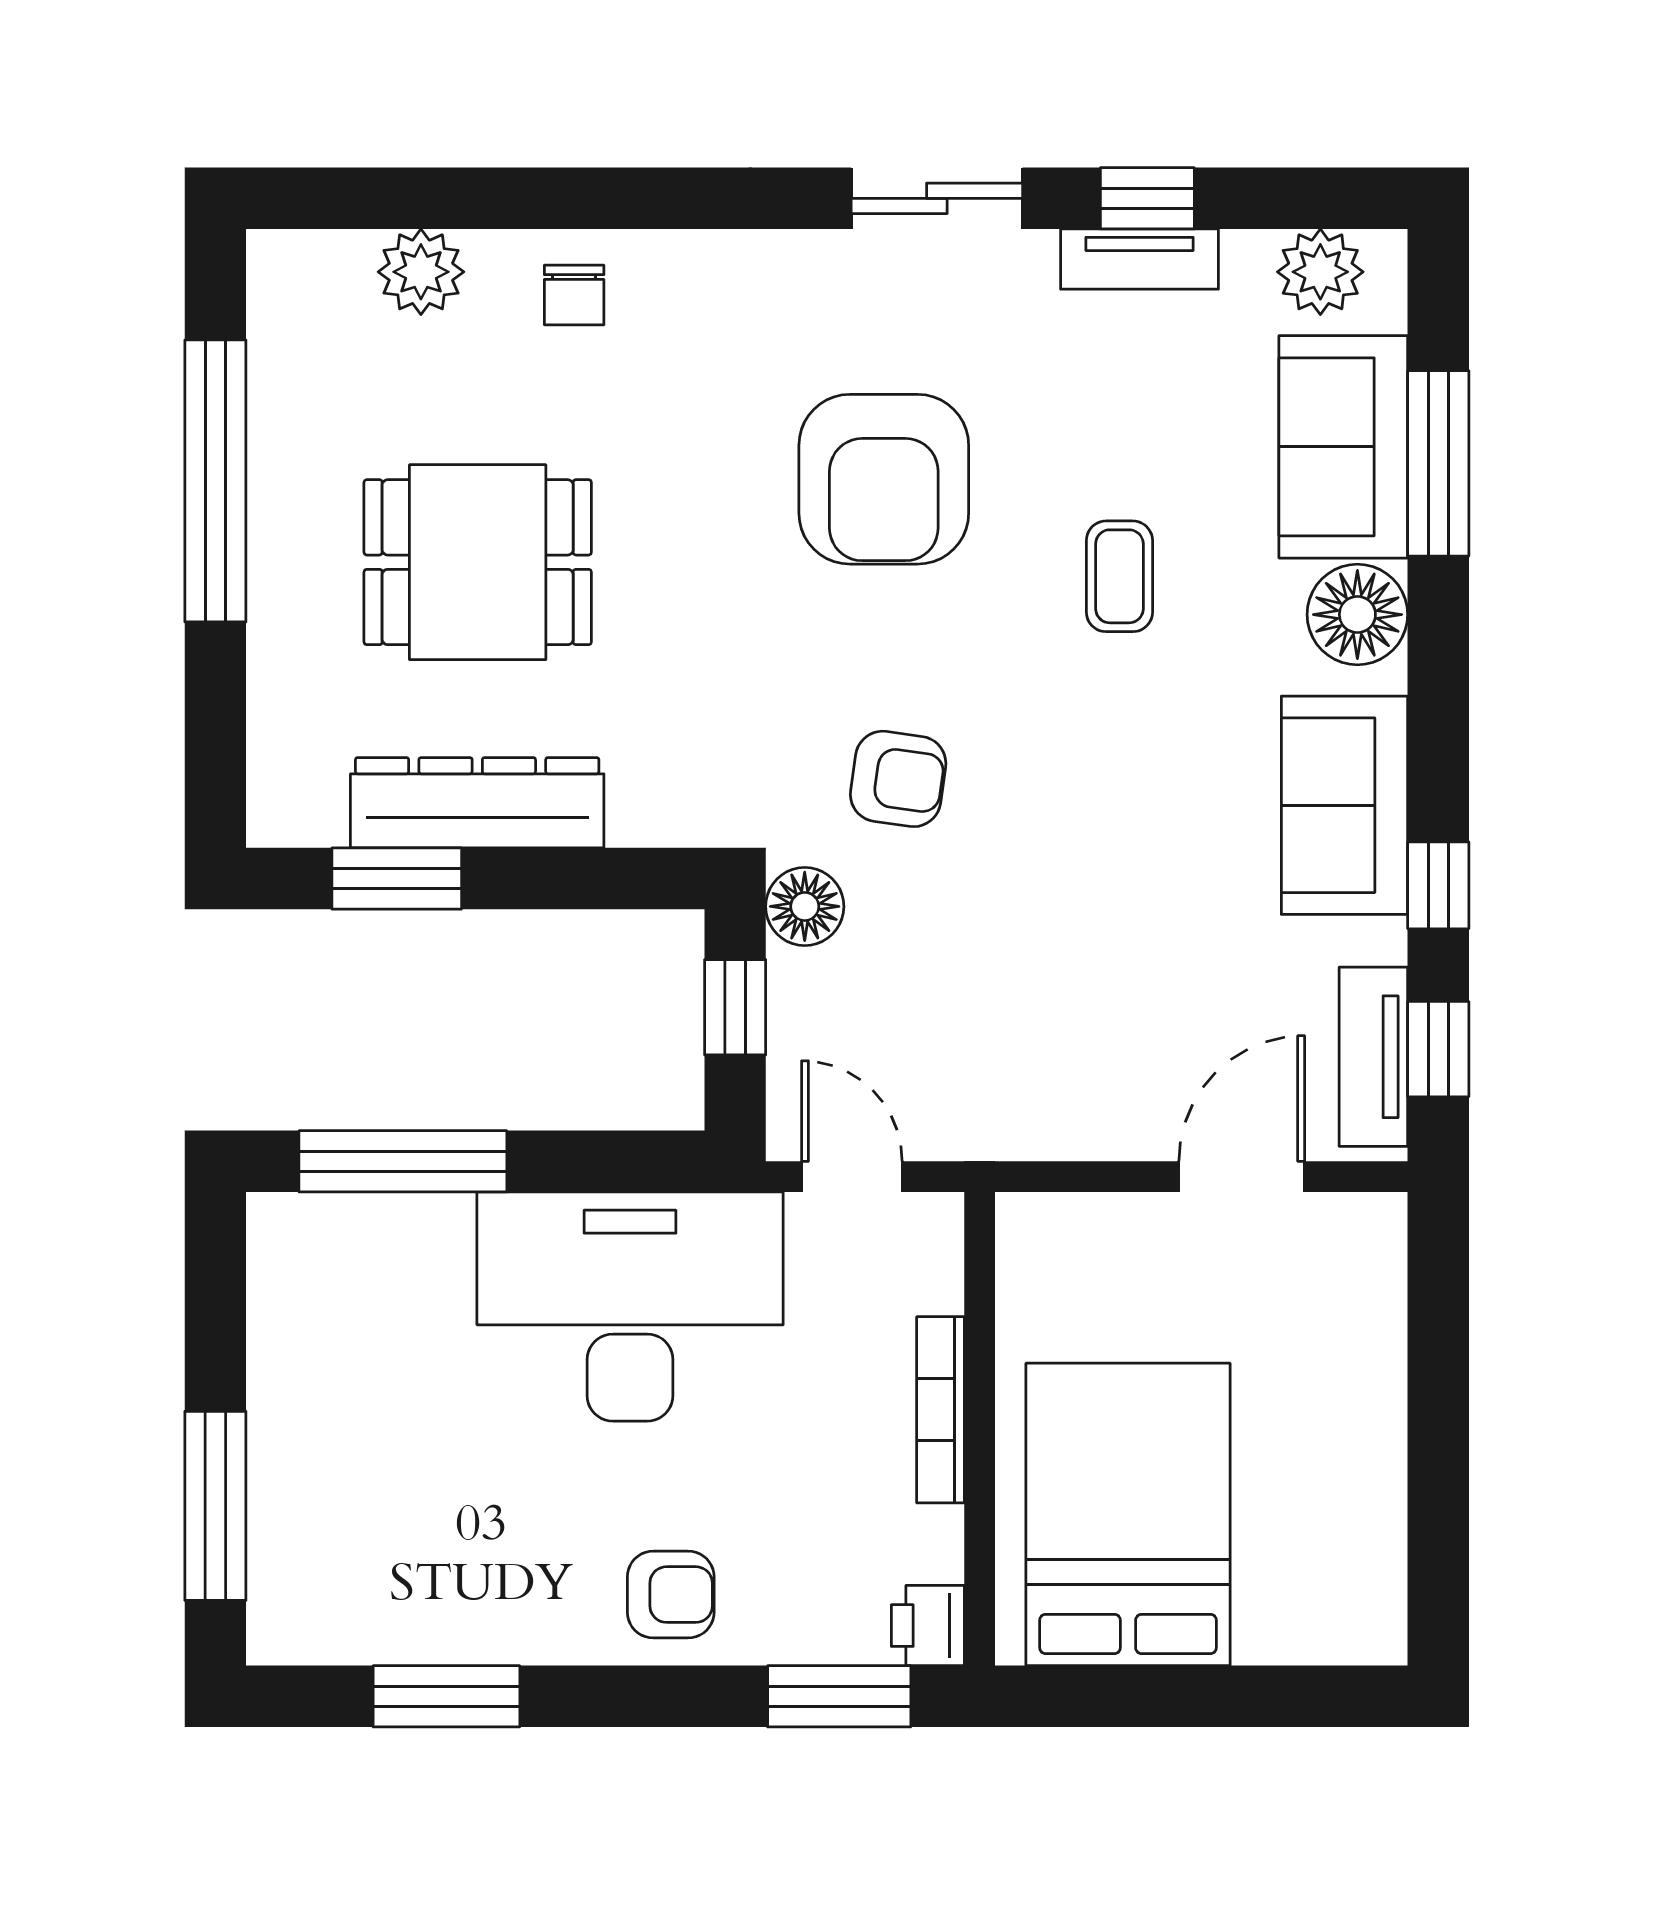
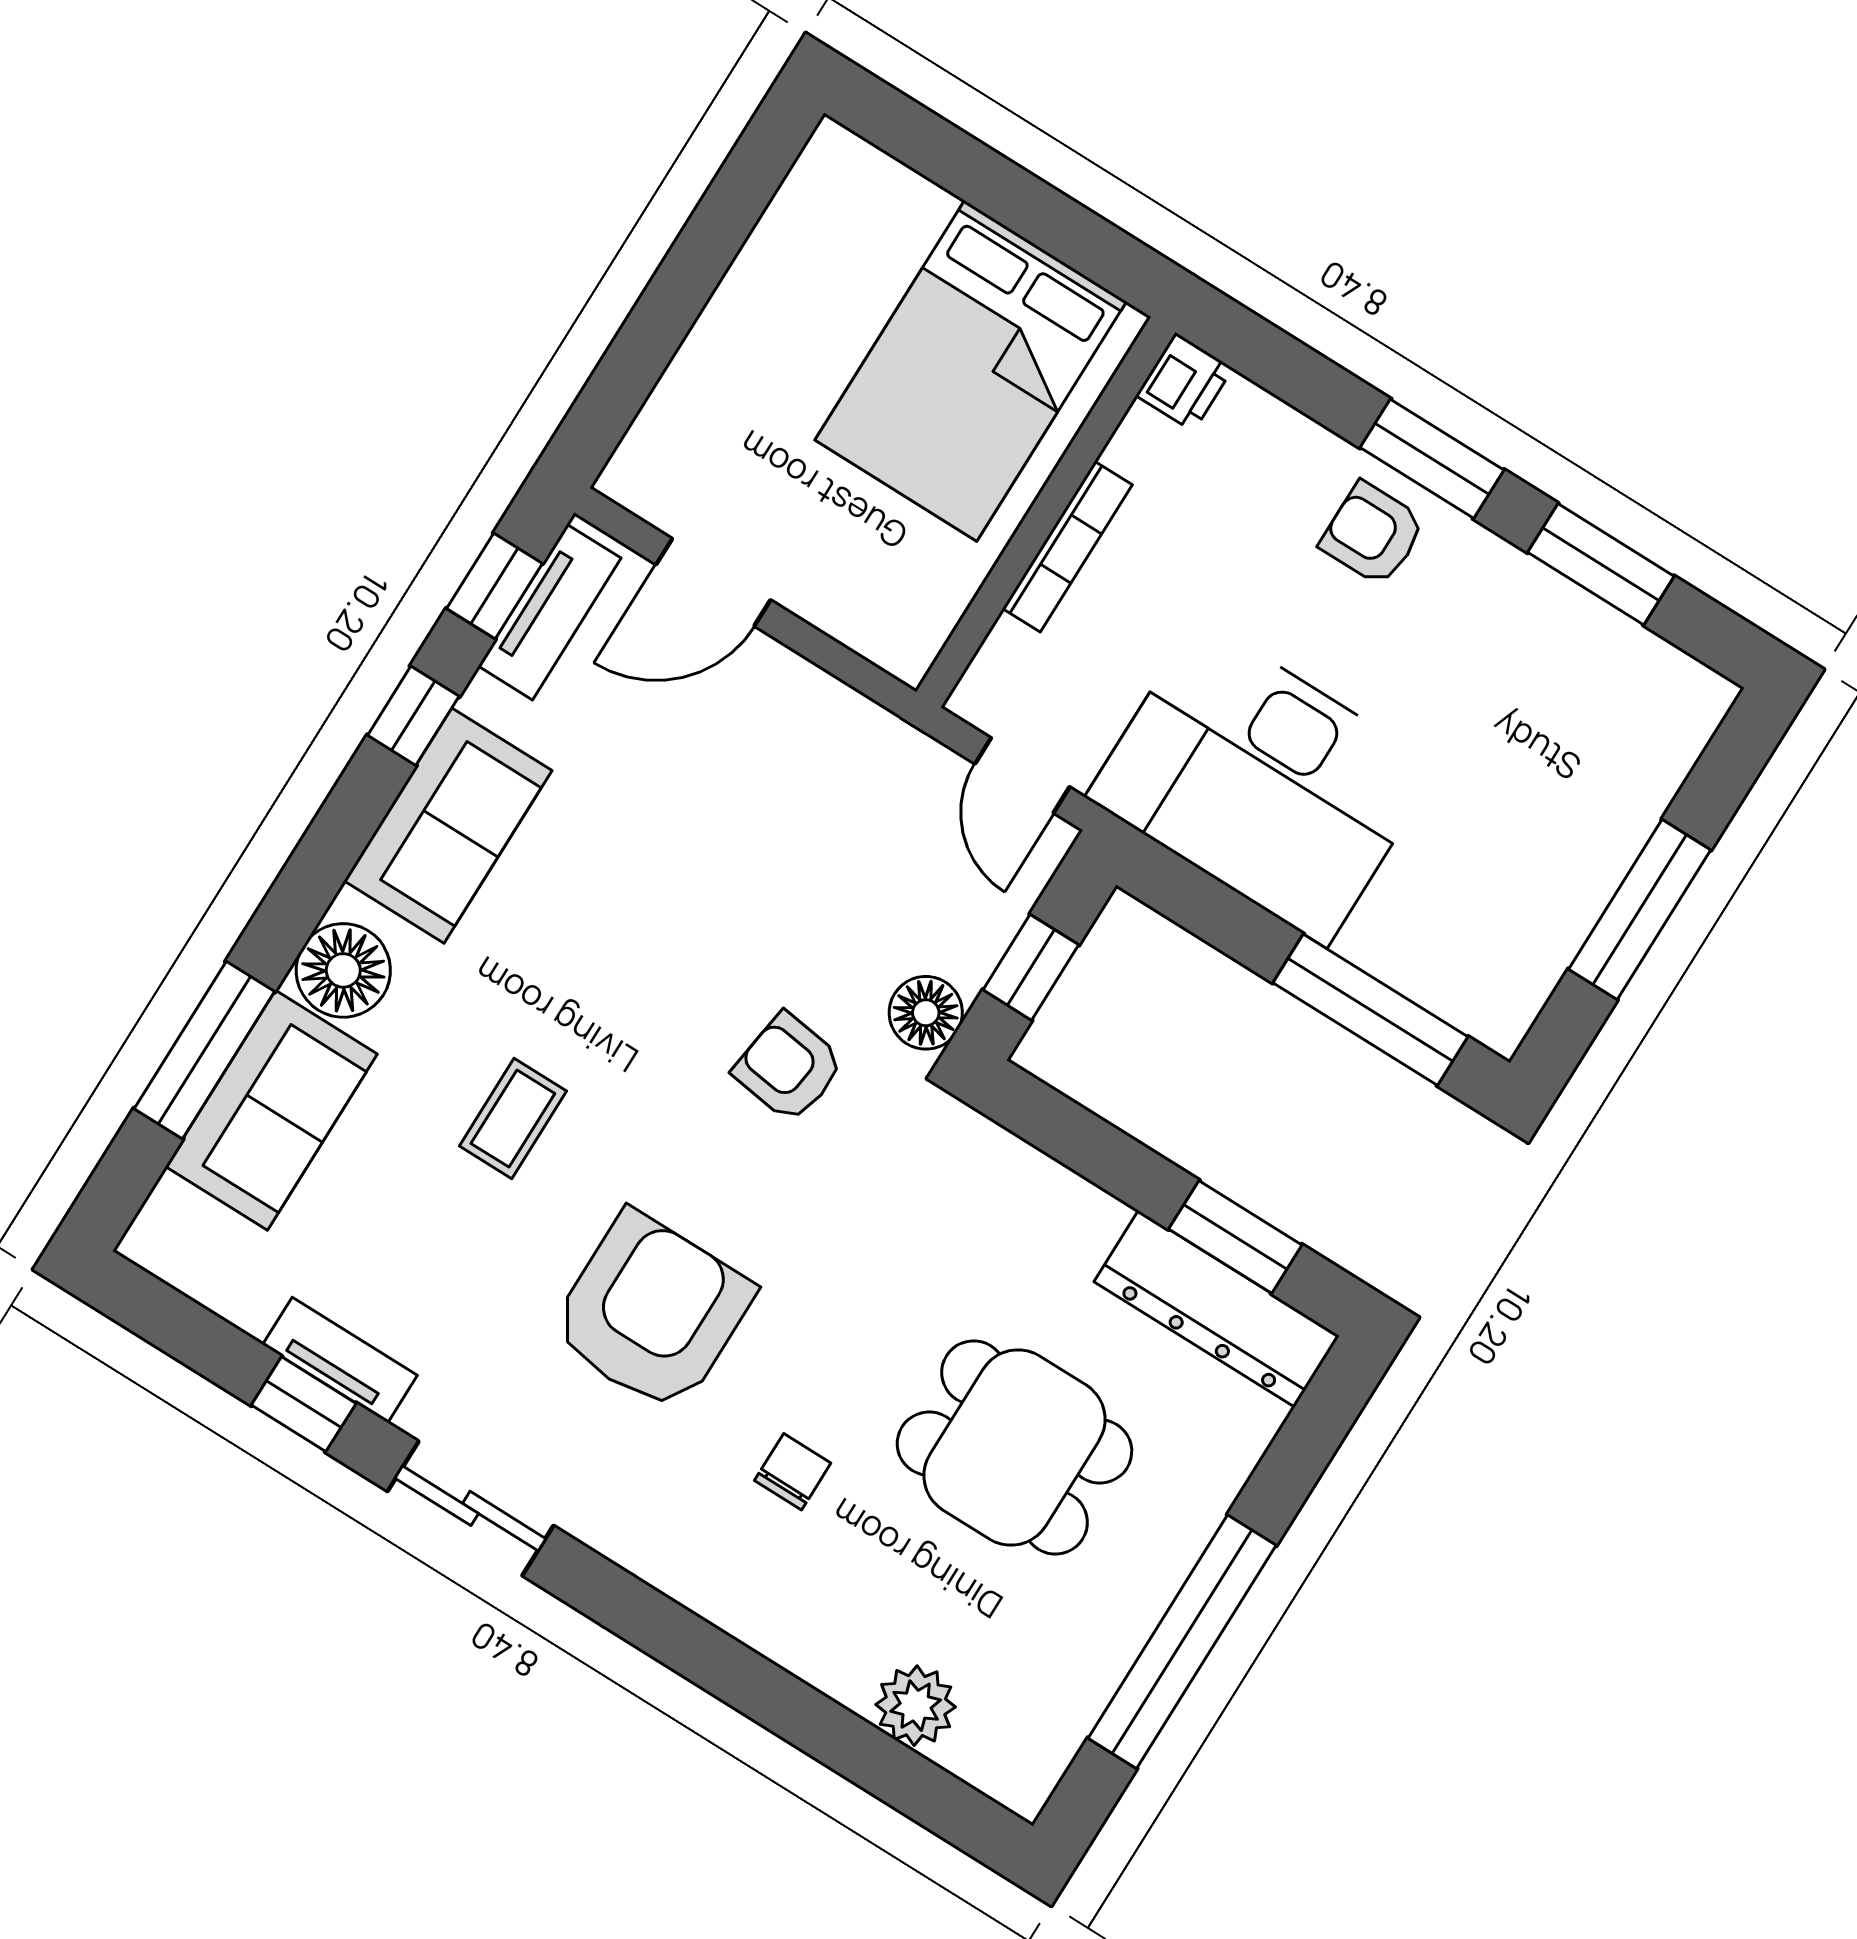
plant: (1320, 272) -> (203, 1260), removed
chair: (574, 295) -> (793, 1472), moved
dresser: (477, 803) -> (1217, 1309), moved
window: (215, 1506) -> (1640, 910), moved
window: (839, 1696) -> (1432, 459), moved

